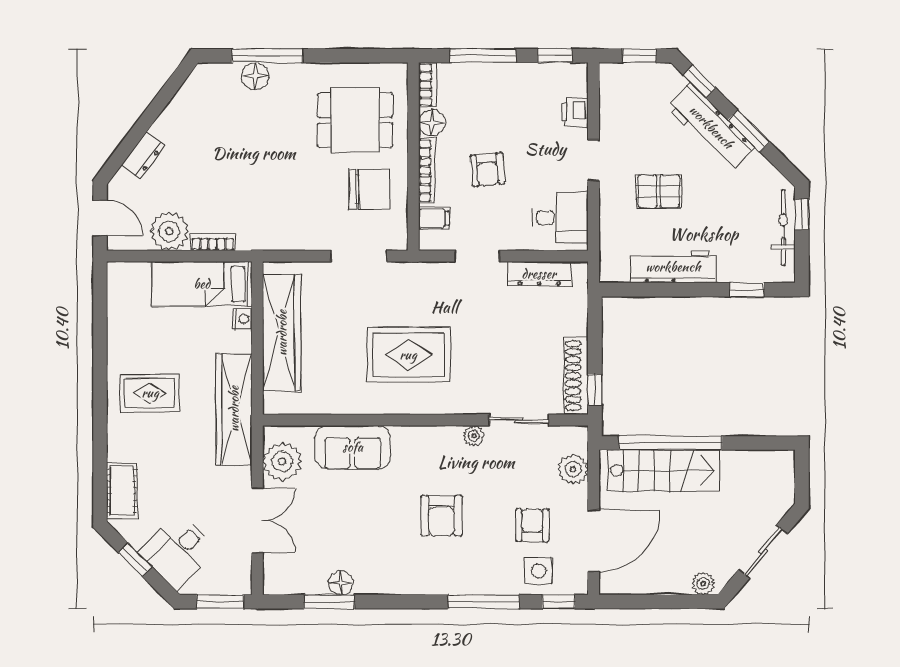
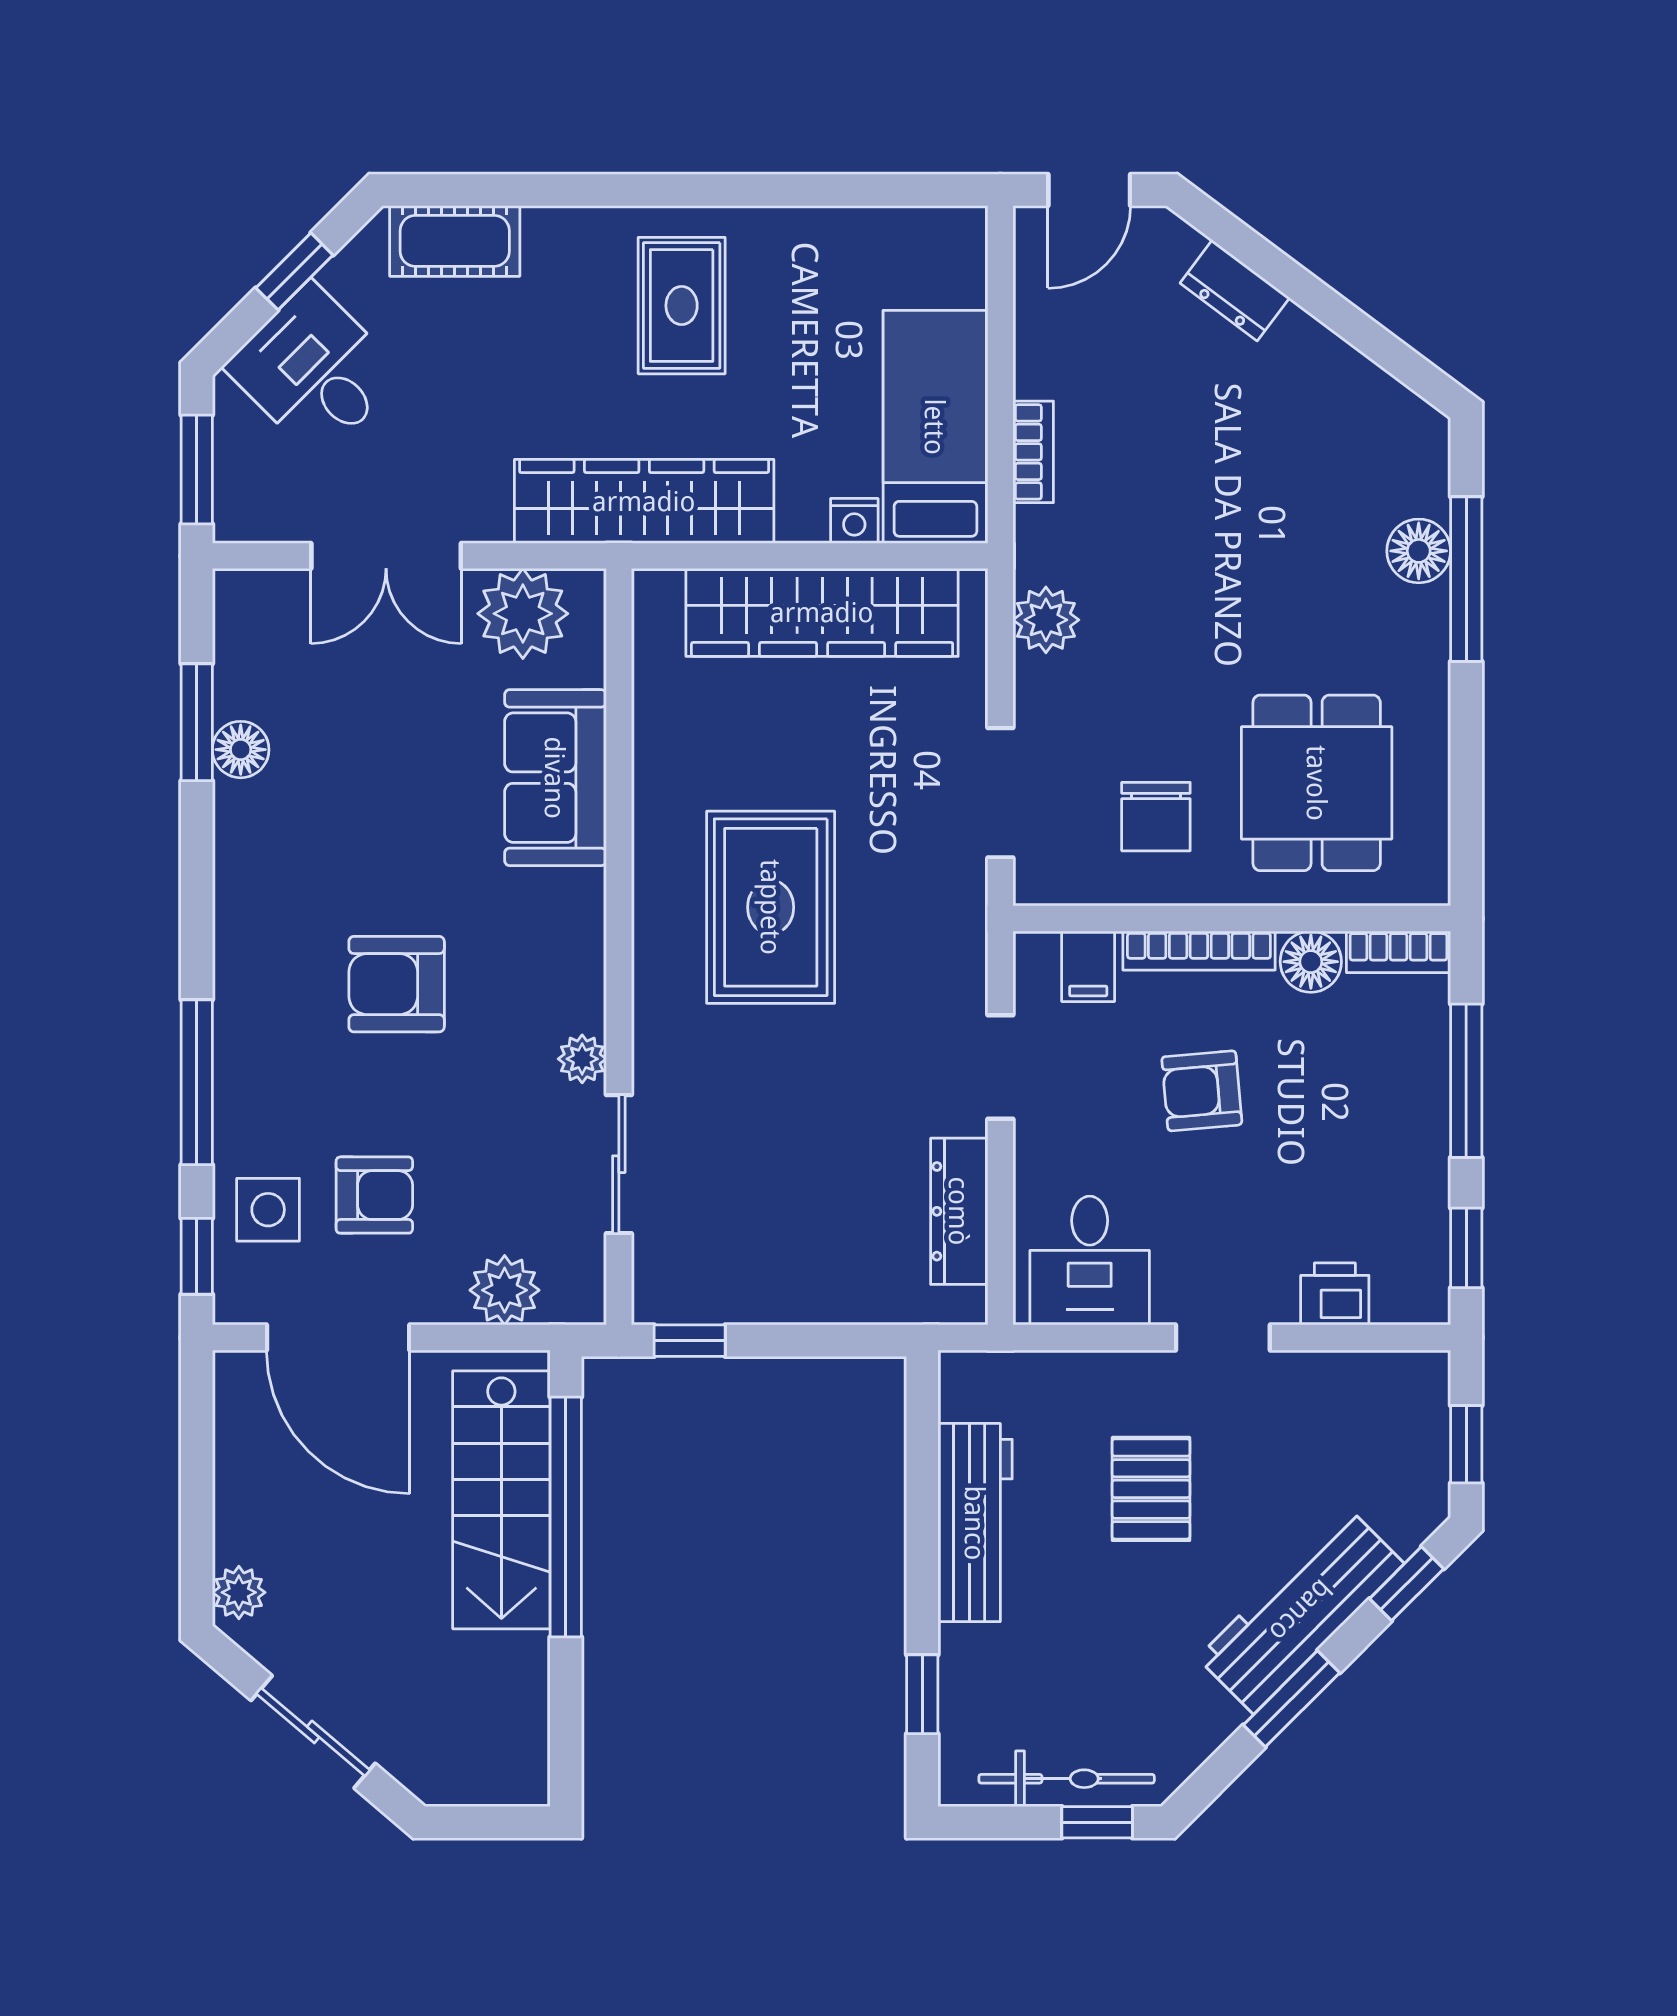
chair: (369, 189) -> (1156, 817), width x0.73, depth x0.73
plant: (169, 231) -> (1046, 620), moved, width x0.73, depth x0.73
shoe rack: (576, 376) -> (723, 1297), removed

